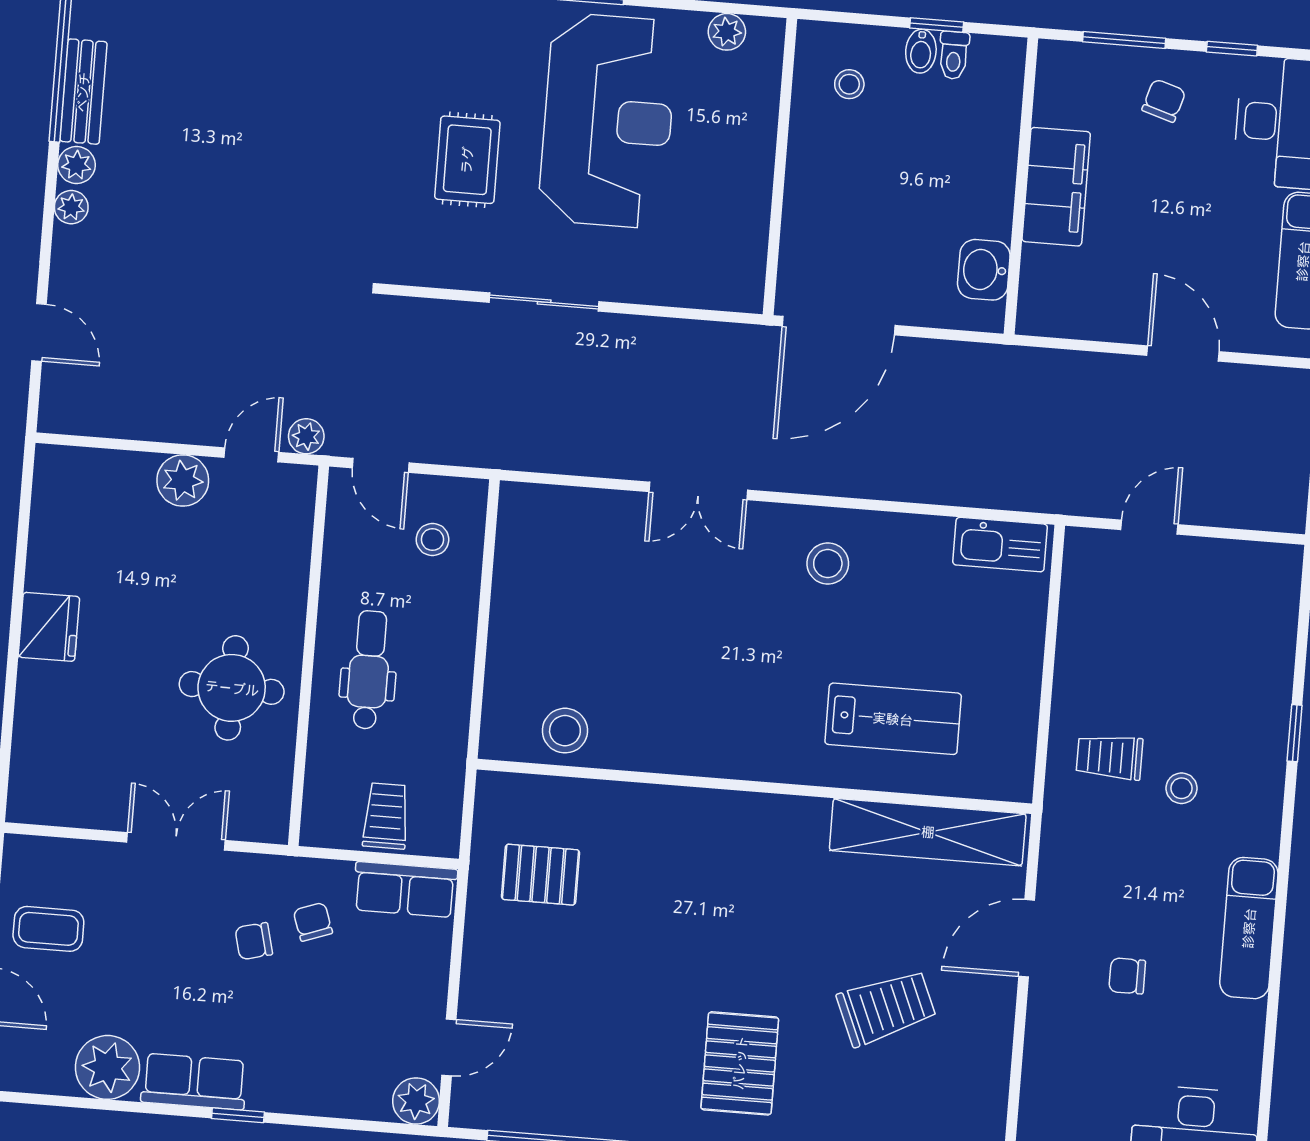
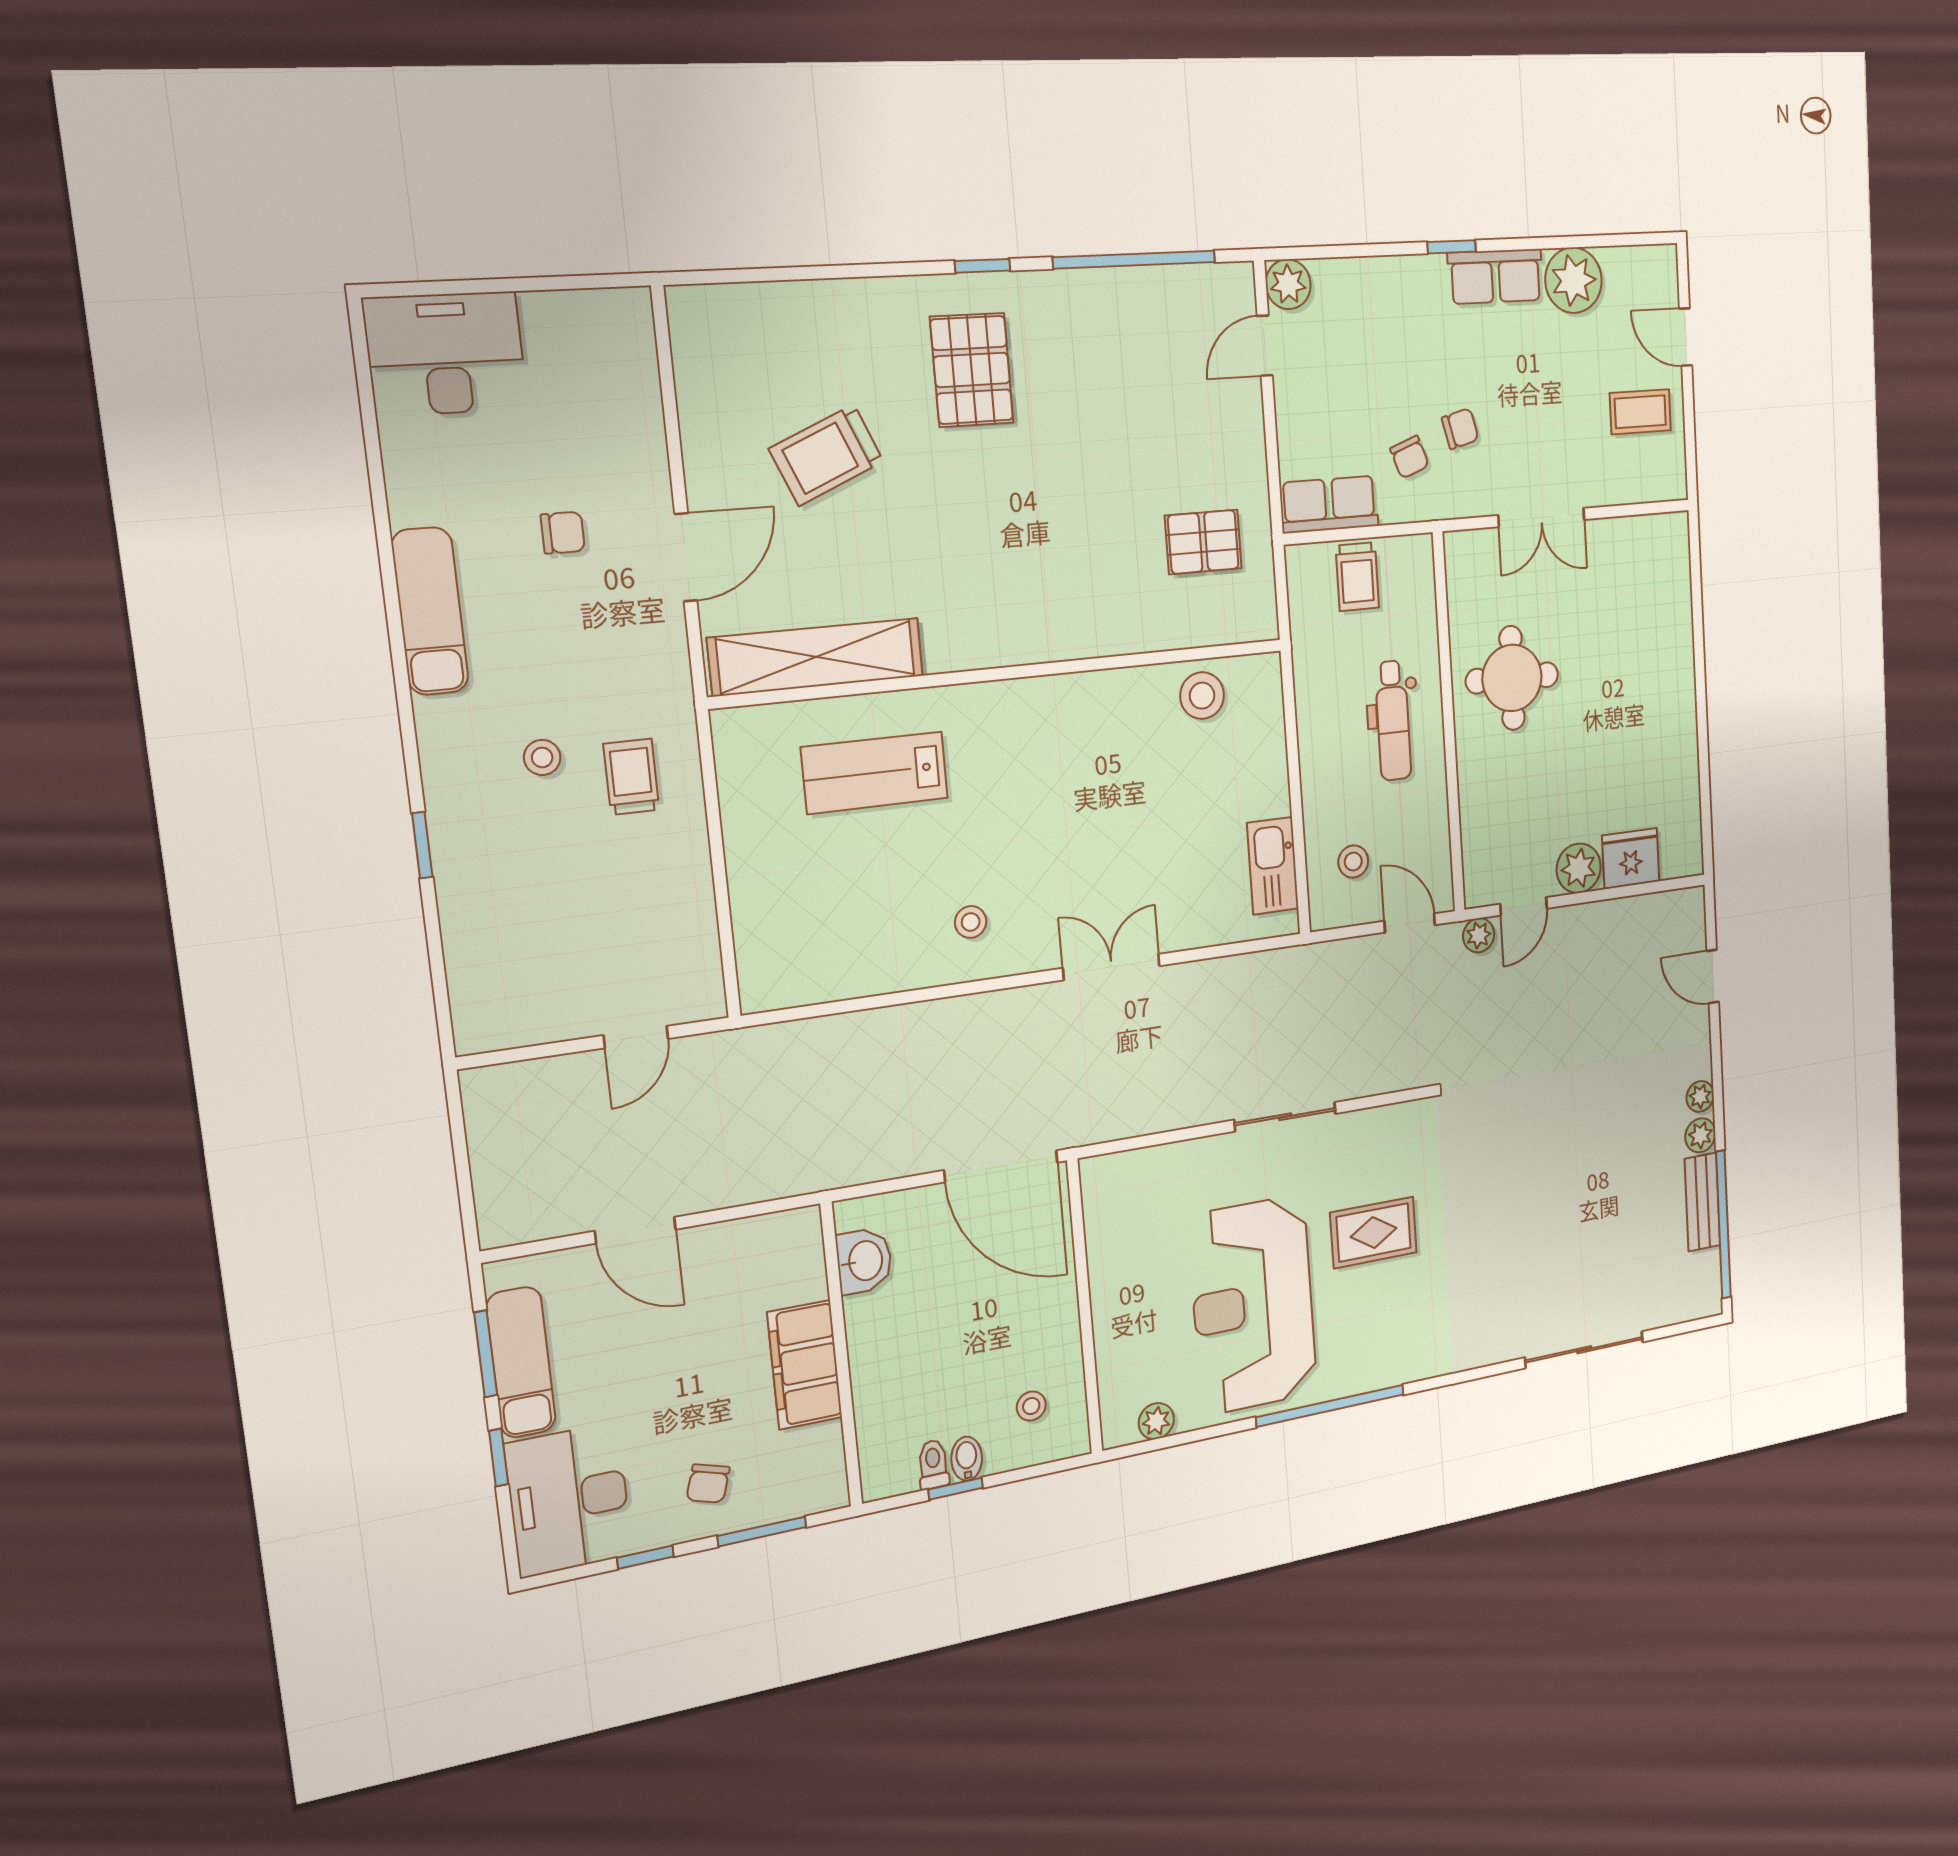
rug: (467, 160) -> (1374, 1232), turned 90
door: (839, 326) -> (1001, 1166), swing flipped
kitchen sink: (1000, 545) -> (1273, 866), moved, turned -90
stool: (828, 564) -> (971, 922), width x0.73, depth x0.73
fridge: (49, 627) -> (1631, 859), moved, turned 90
trolley: (1110, 757) -> (631, 777), turned -90

